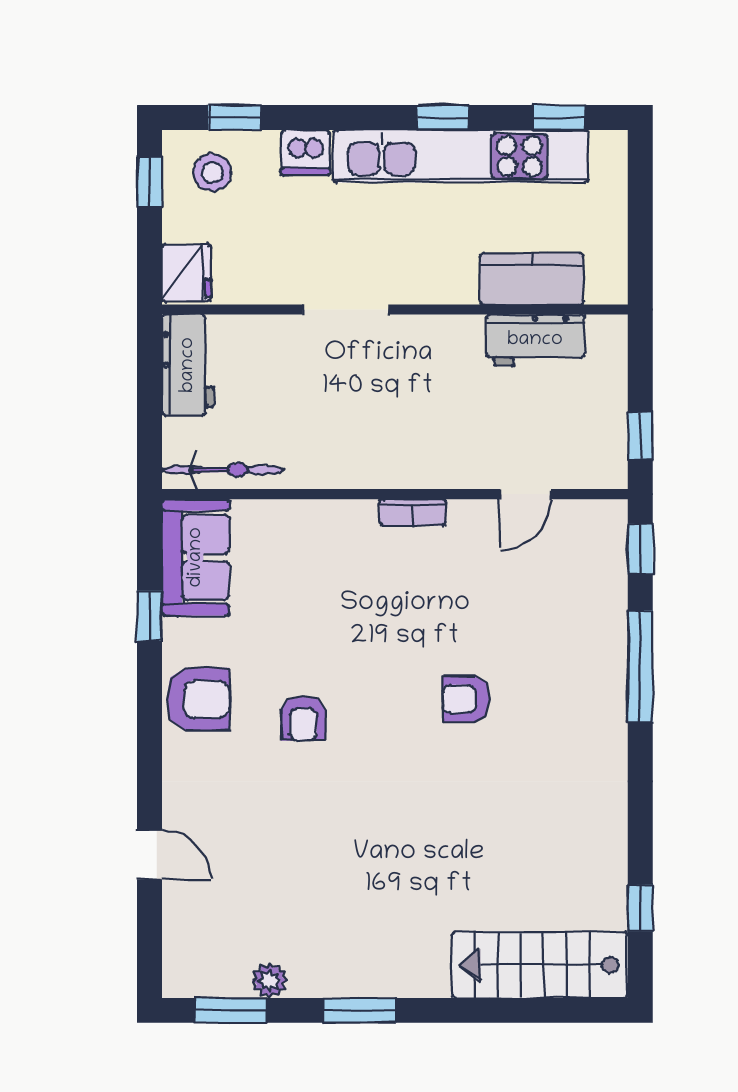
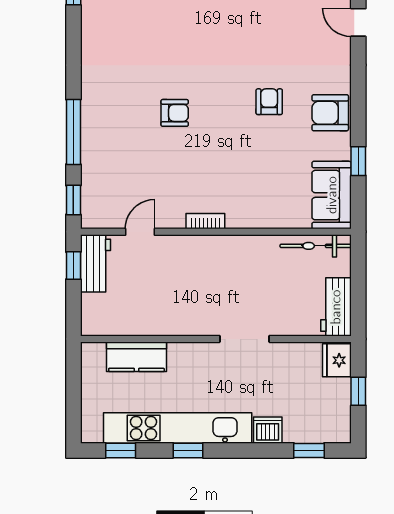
stool: (212, 172) -> (322, 419), removed
window: (149, 182) -> (358, 391), moved
workbench: (535, 340) -> (95, 263), moved, turned 90

